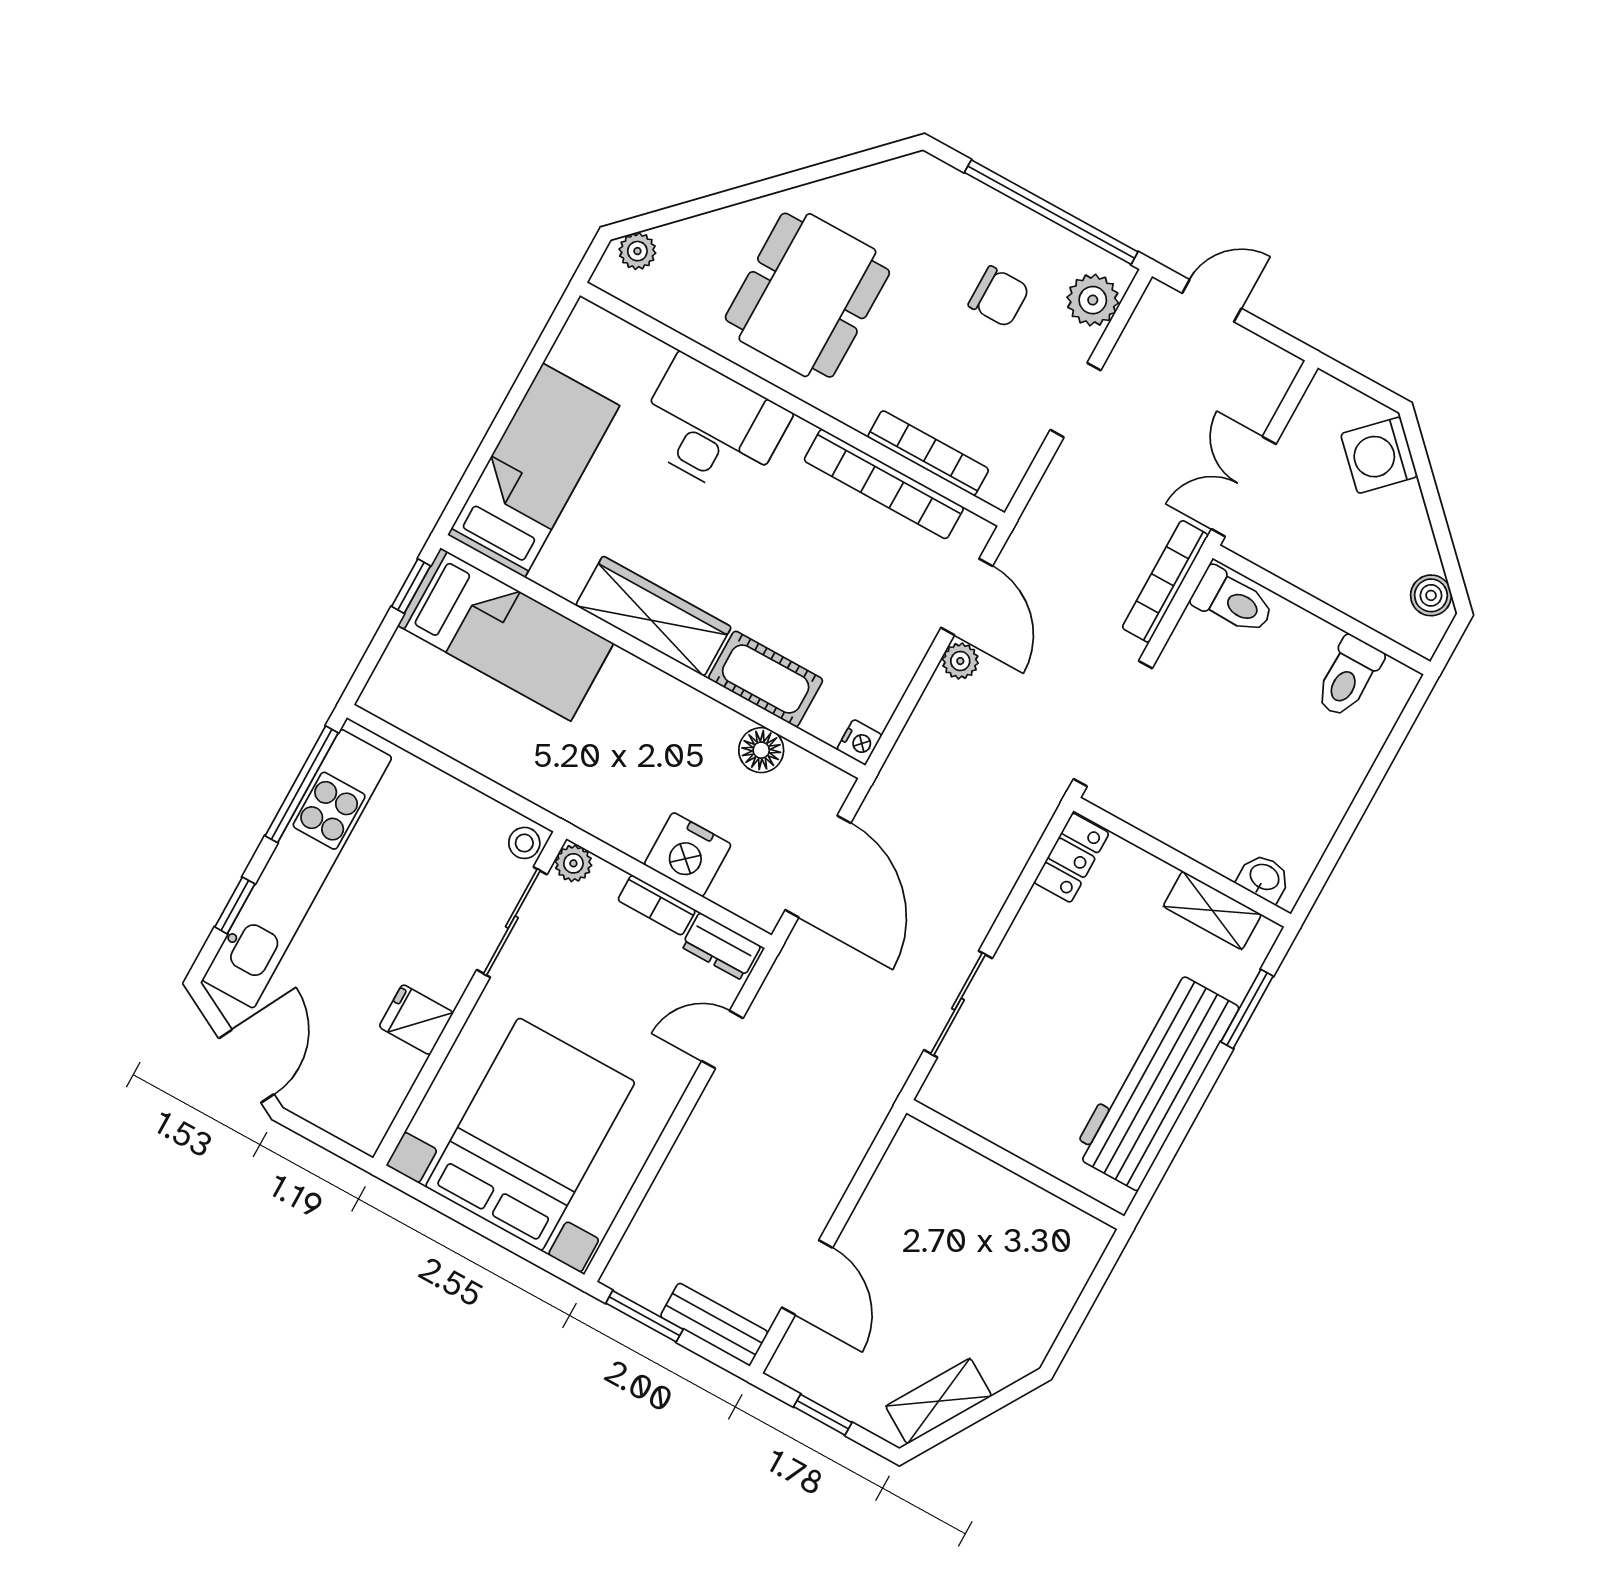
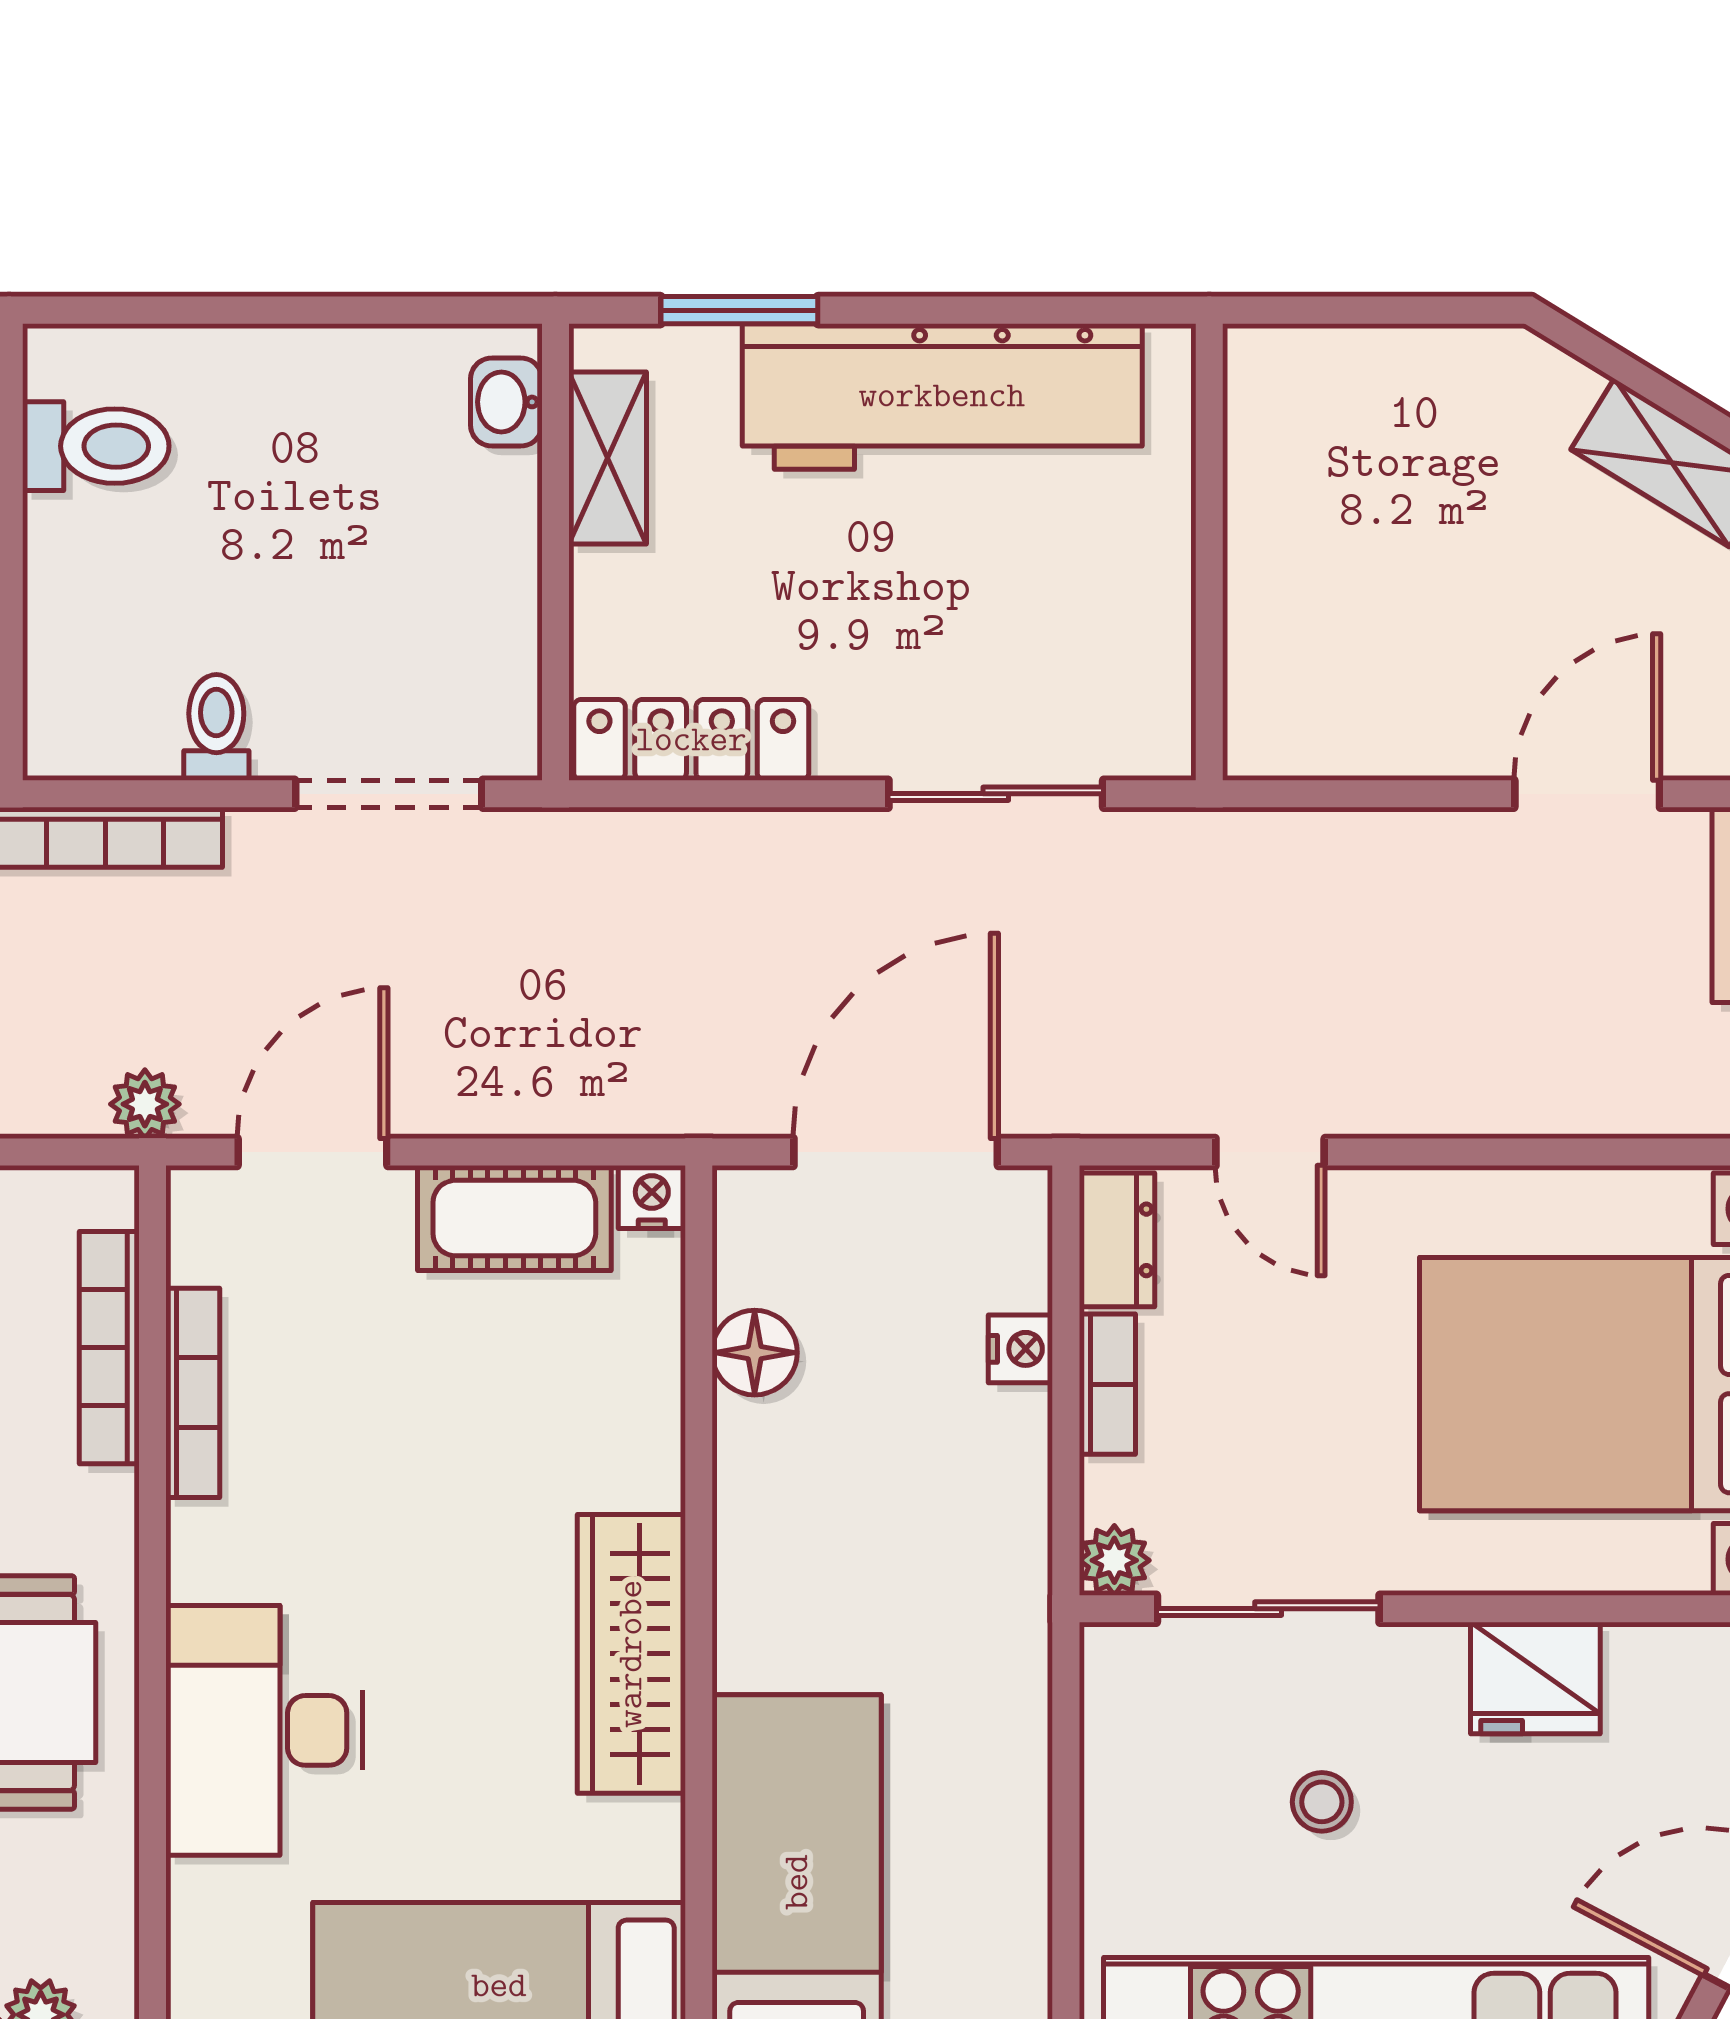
bookcase: (884, 484) -> (193, 1393), width x0.68, depth x0.76
toilet: (1233, 601) -> (216, 727), moved, width x0.73, depth x0.72
plant: (960, 661) -> (145, 1104), moved
cot: (766, 679) -> (514, 1218), moved, turned 90
doorway: (1113, 724) -> (389, 794), width x0.73
stool: (524, 843) -> (1322, 1802), moved
nightstand: (688, 854) -> (1020, 1349), width x0.53, depth x0.56
locker: (1071, 858) -> (691, 740), width x1.53
fridge: (416, 1020) -> (1535, 1678), width x1.38

